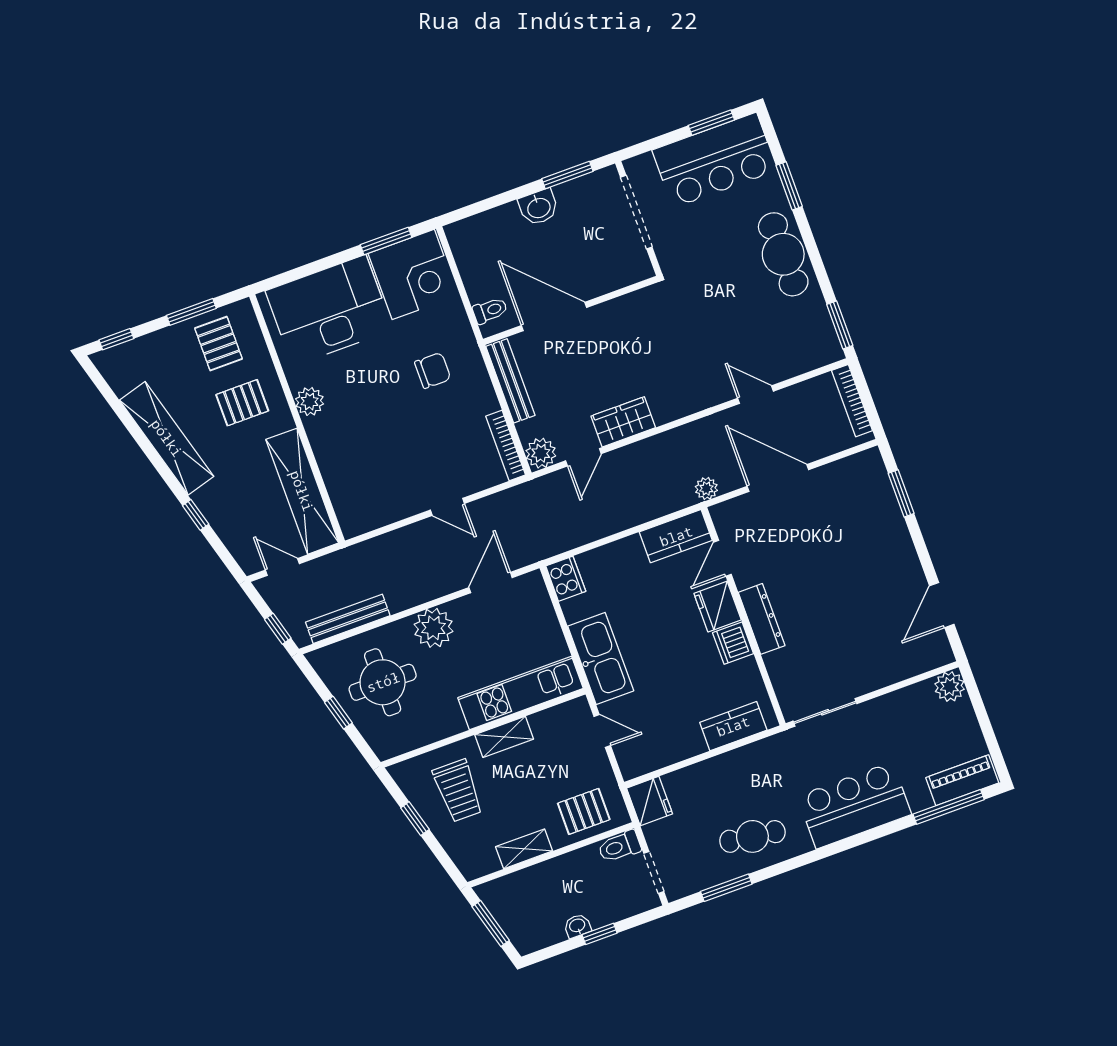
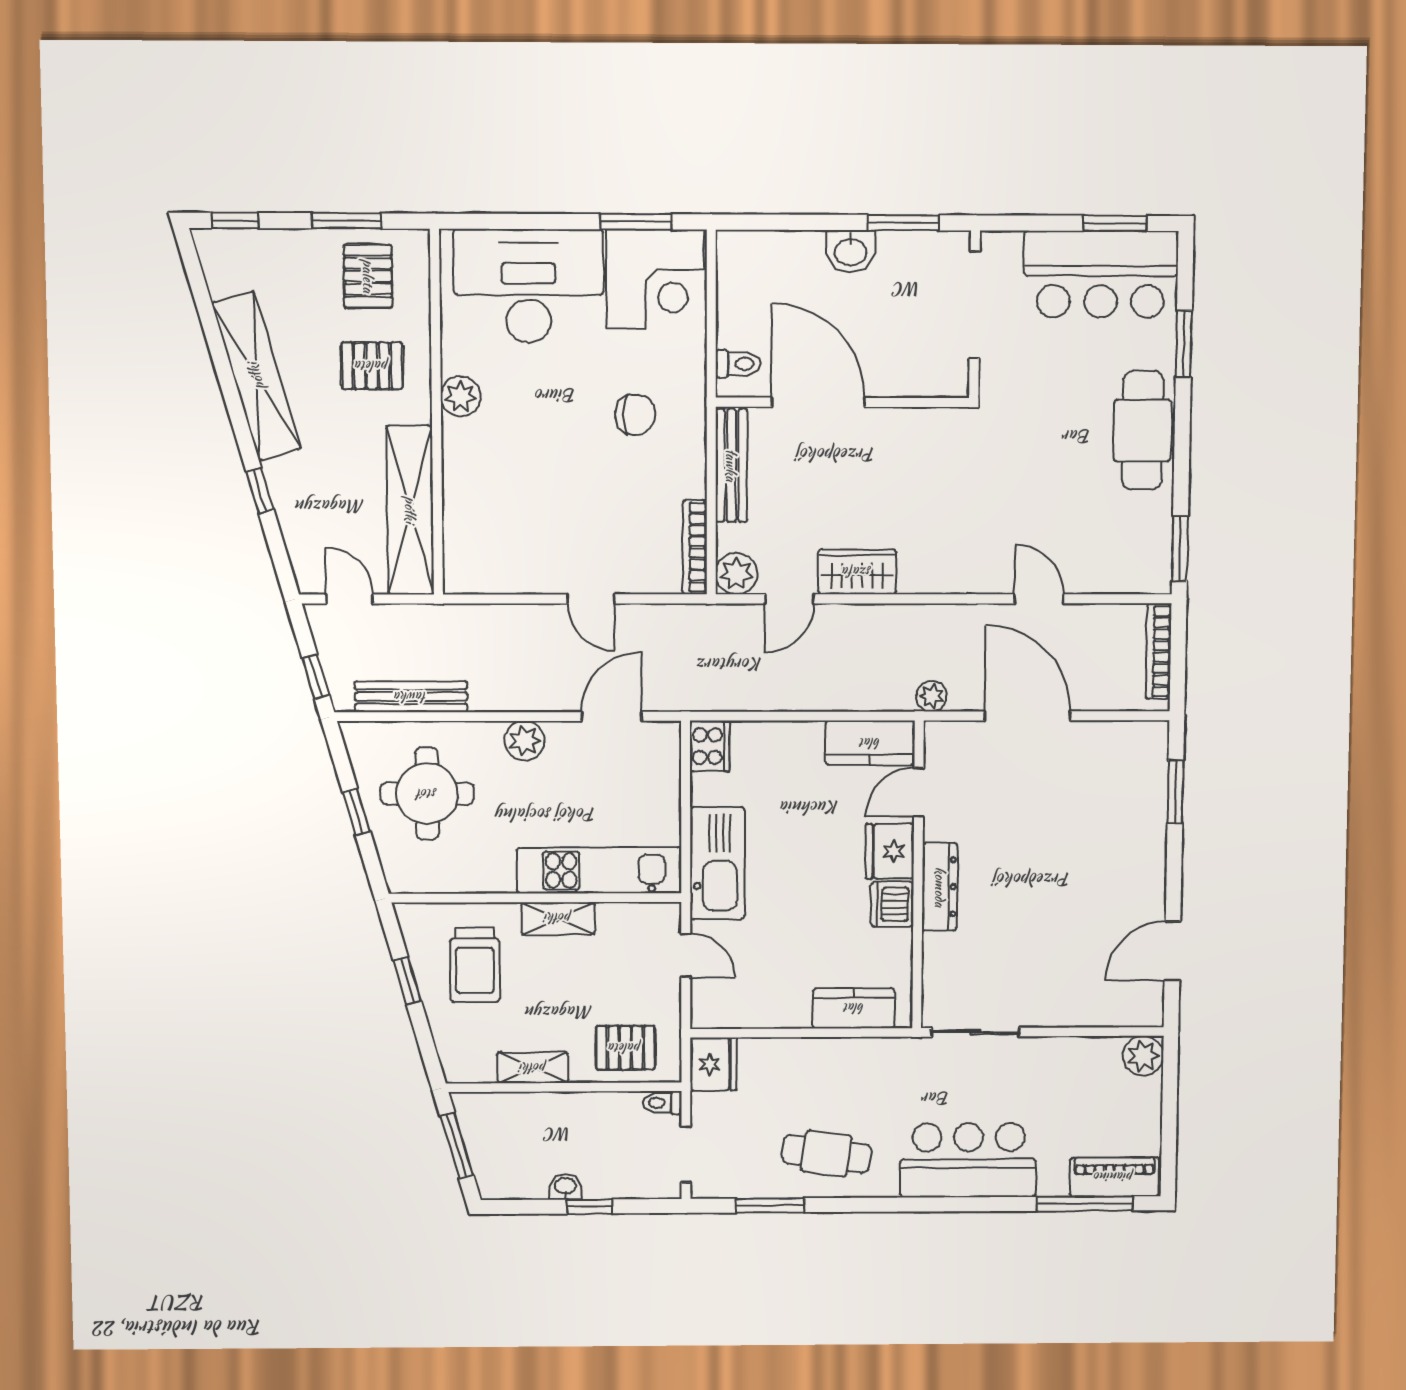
plant: (433, 628) -> (525, 741), width x0.73, depth x0.73
toilet: (620, 846) -> (662, 1103), width x0.73, depth x0.72

